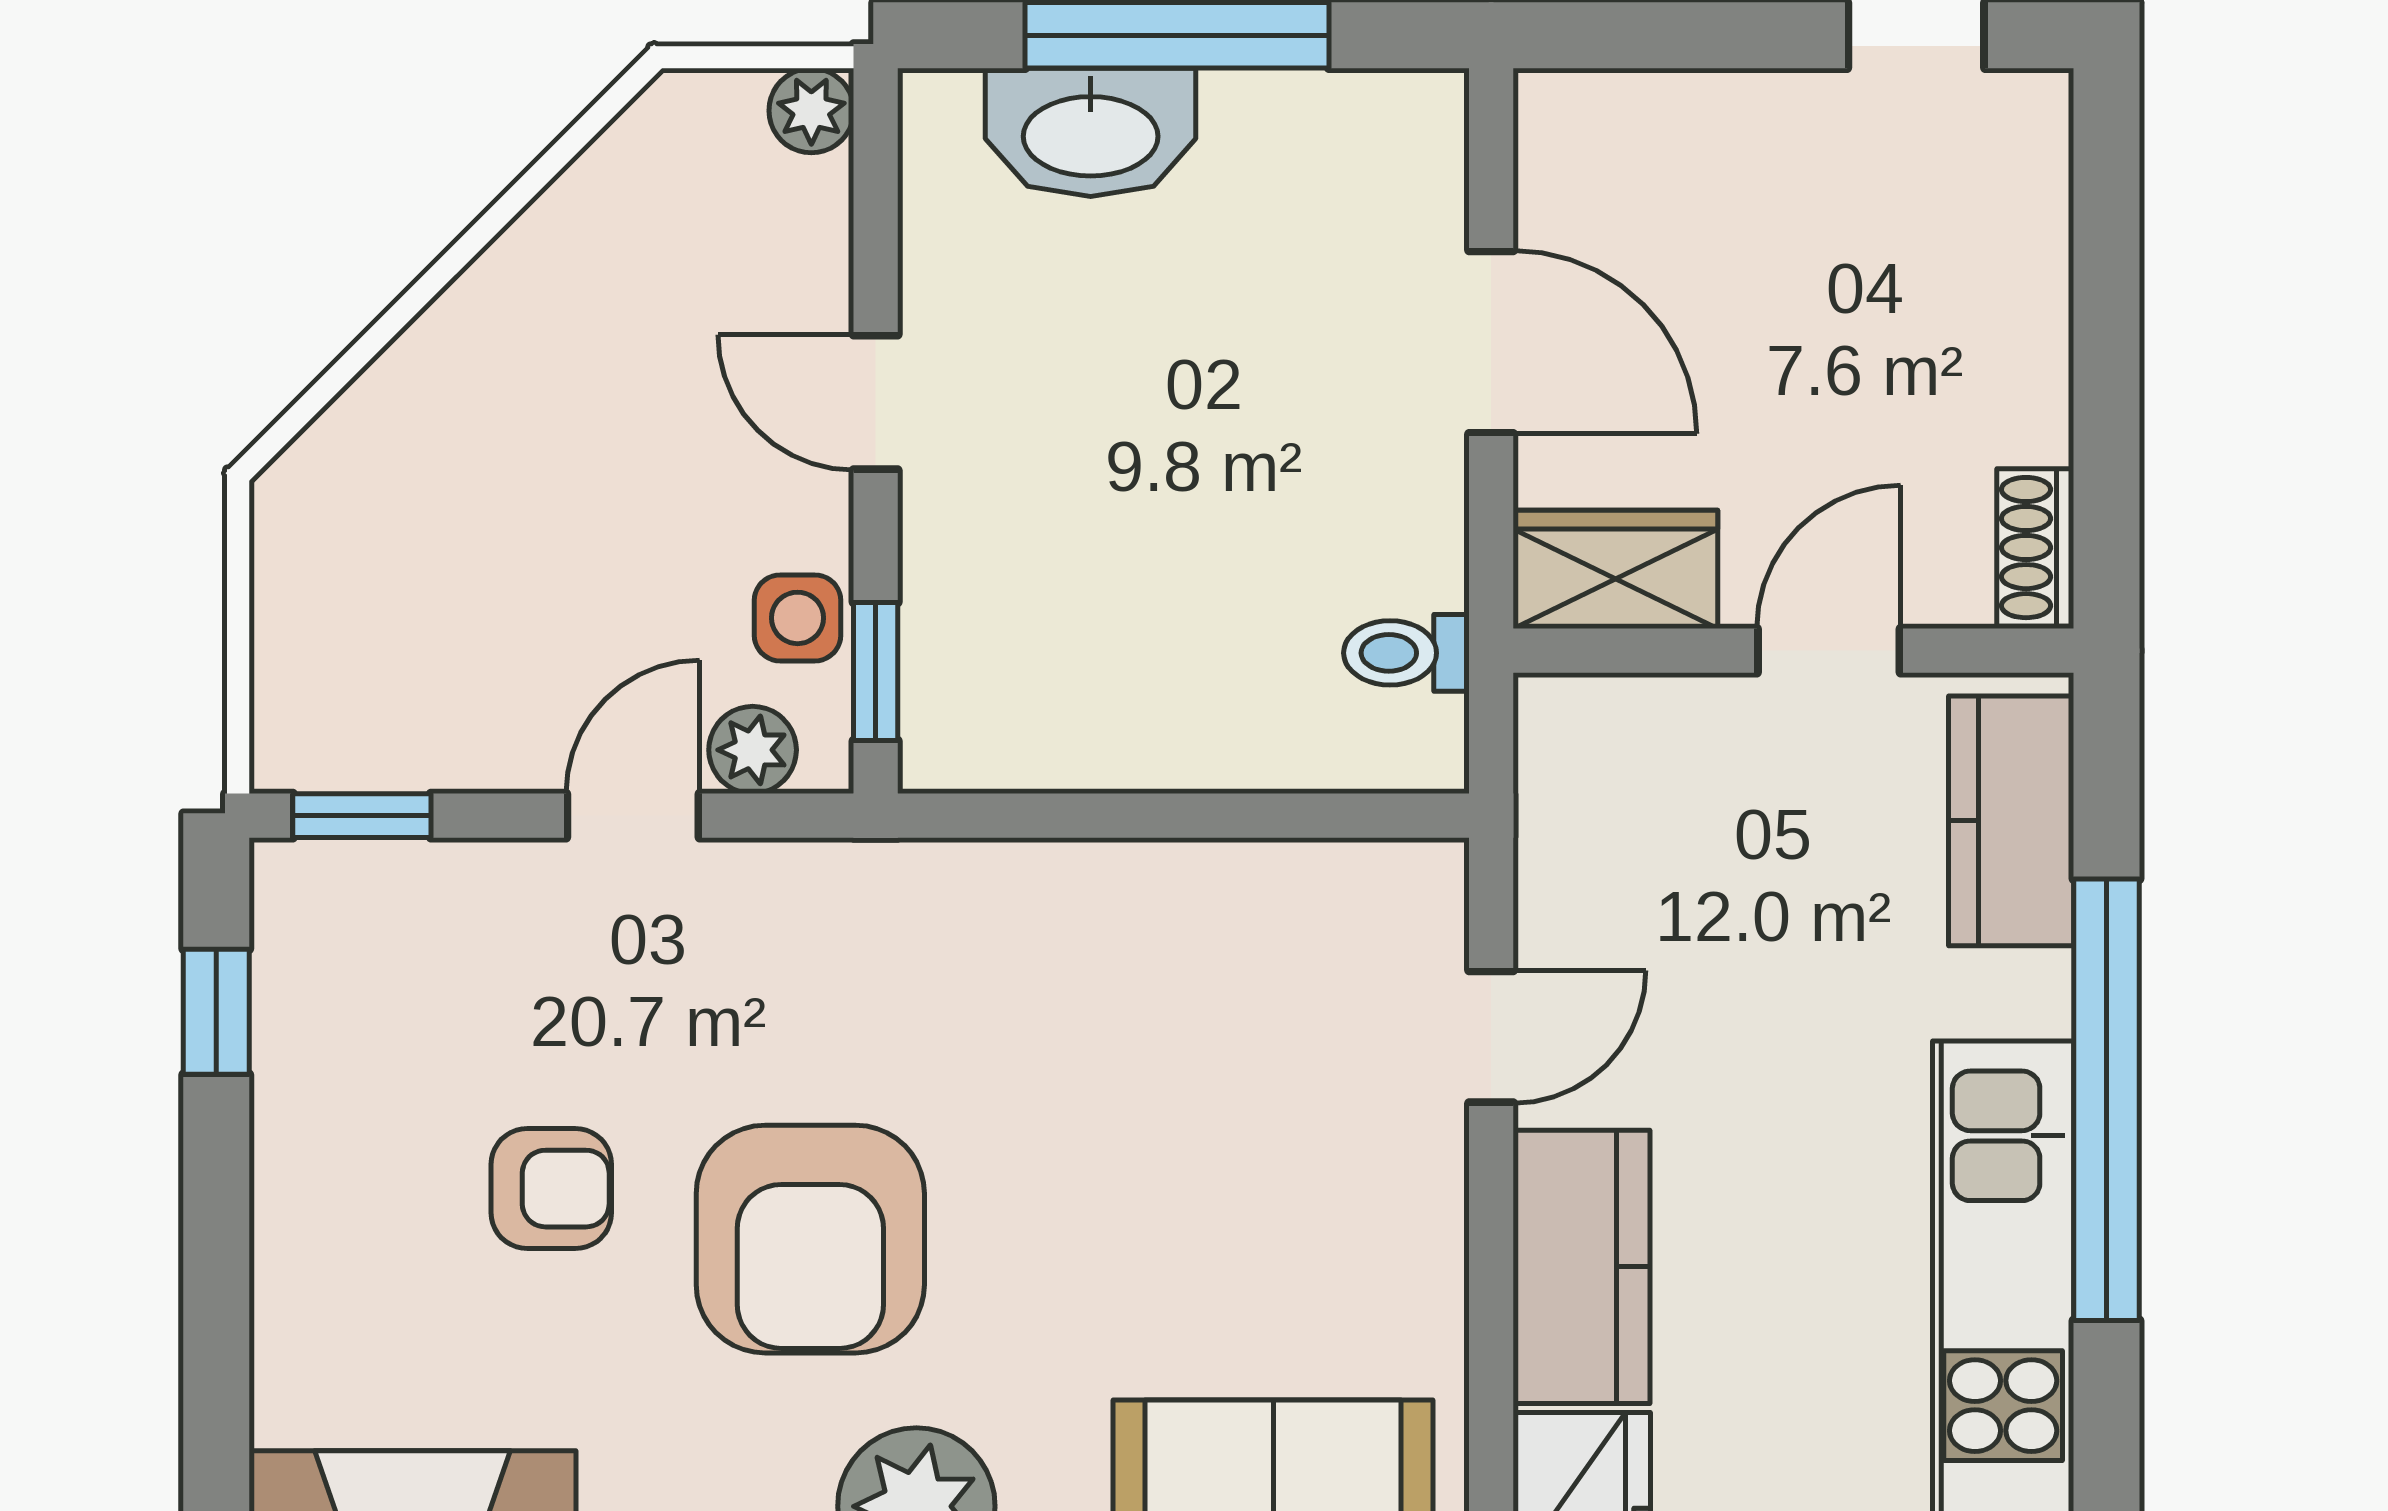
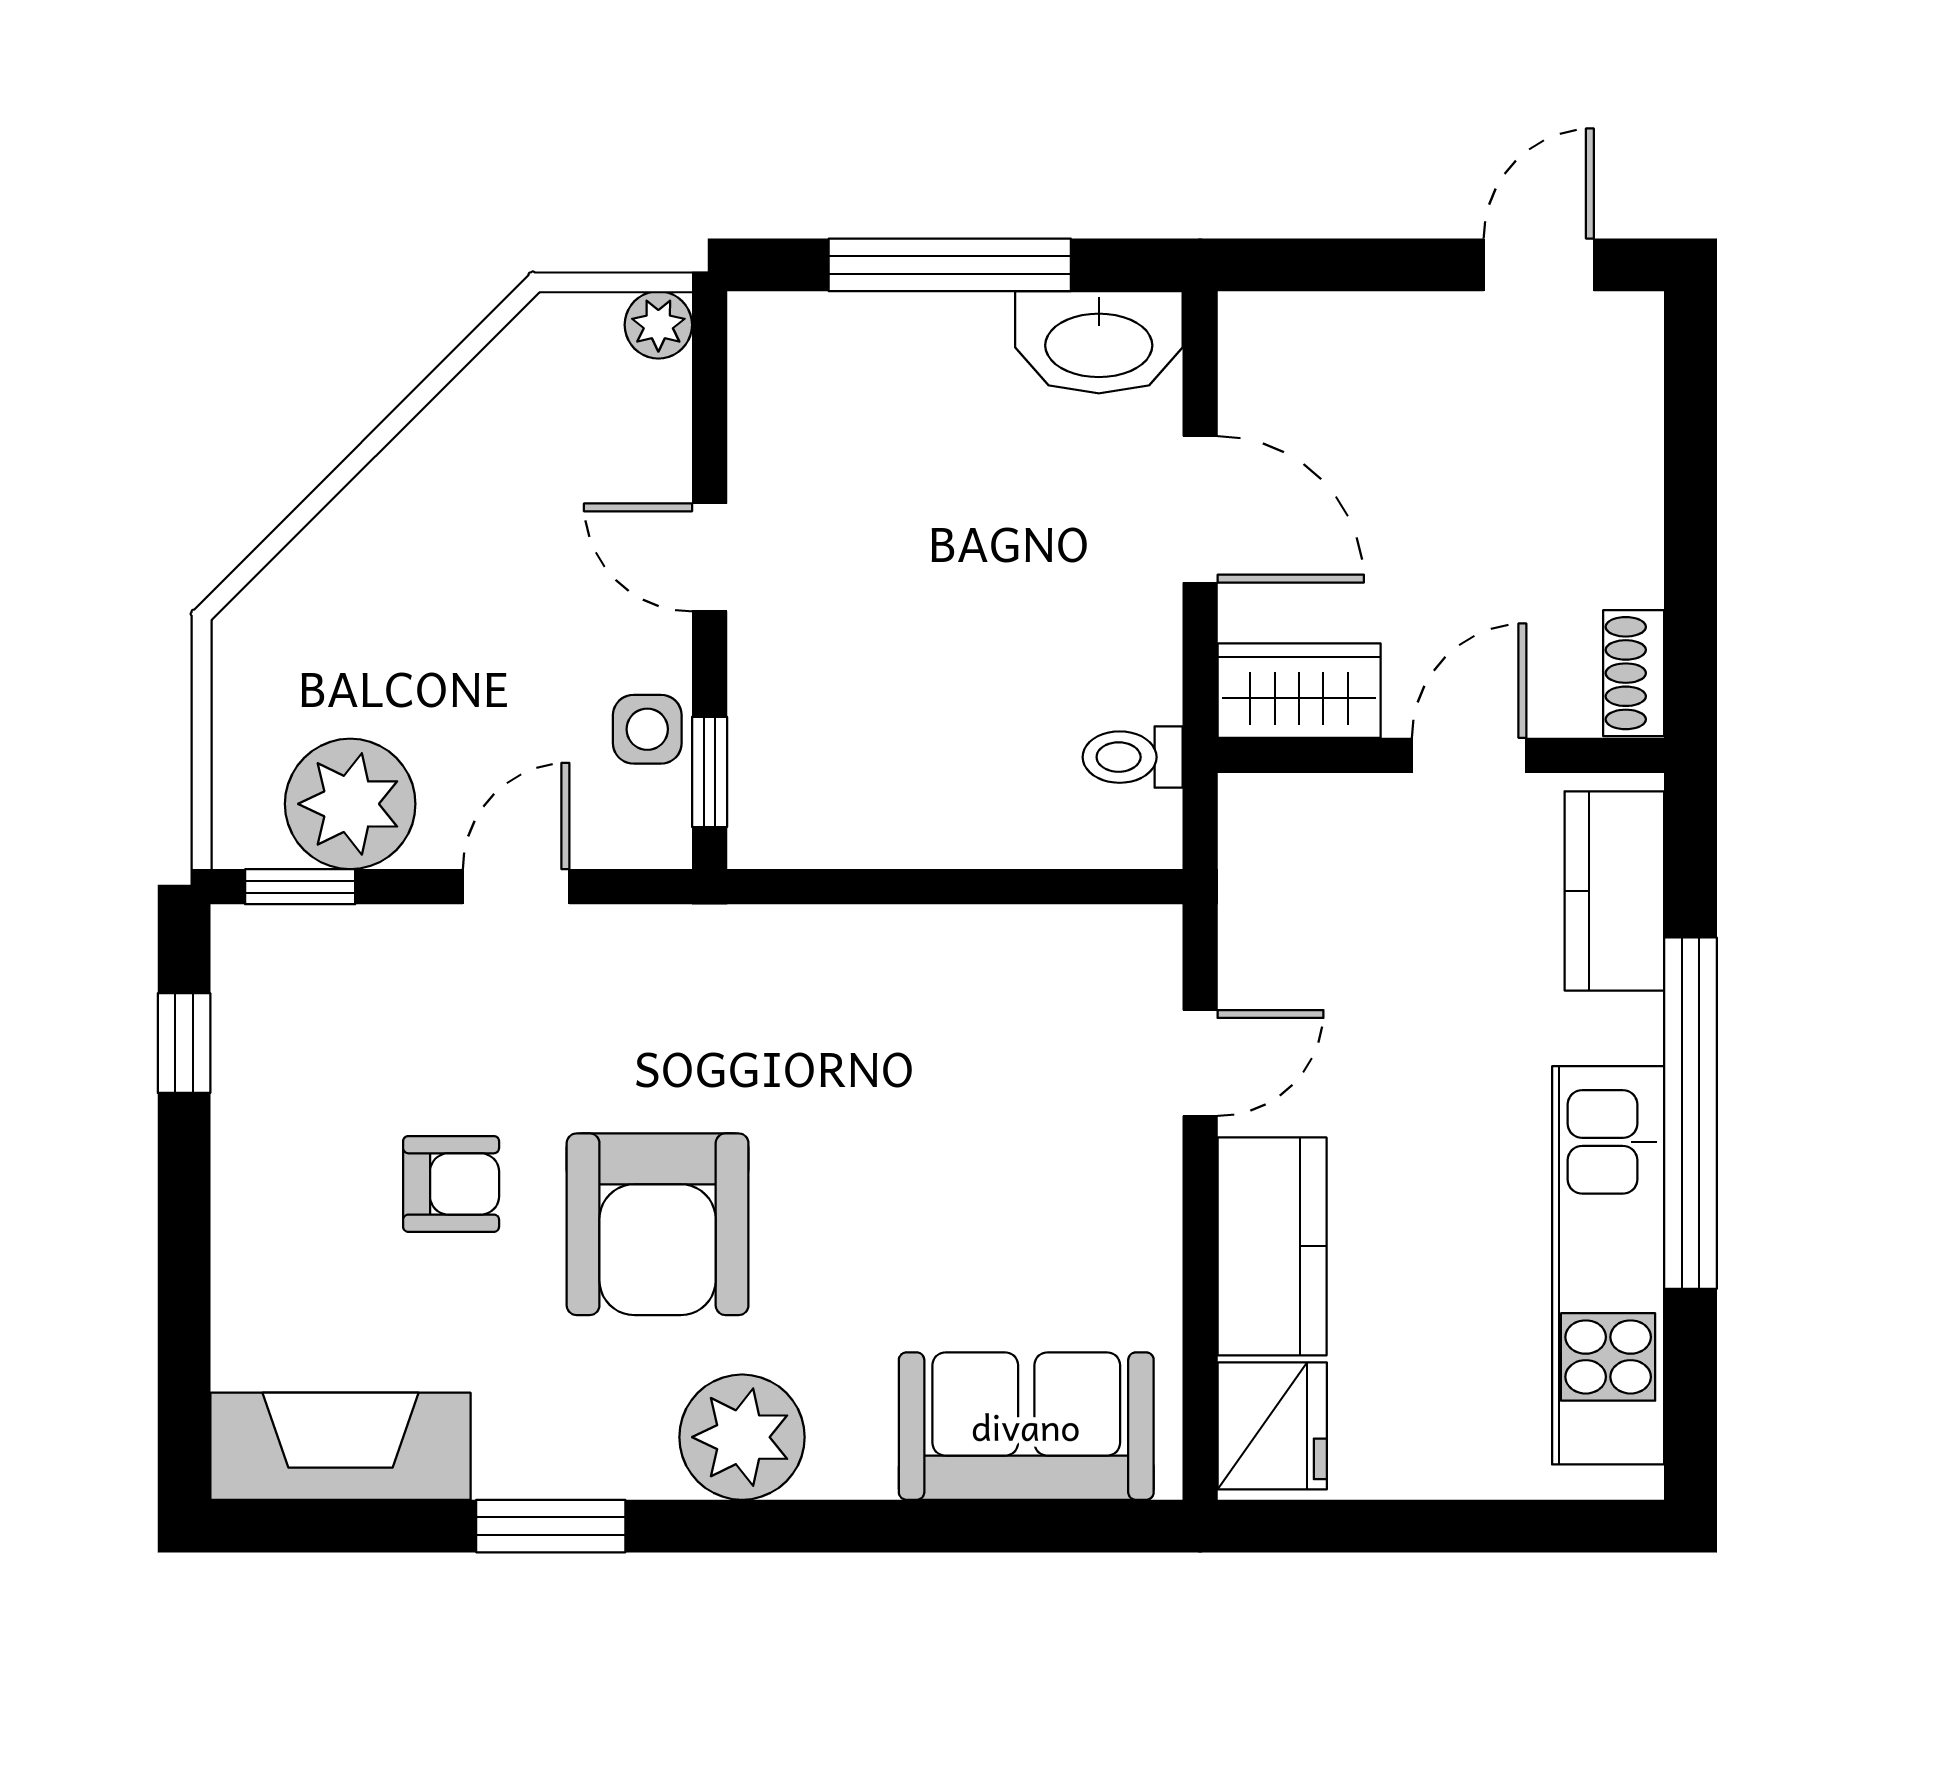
washbasin: (1091, 132) -> (1099, 342), moved
plant: (753, 750) -> (350, 804), moved, width x1.88, depth x1.88

